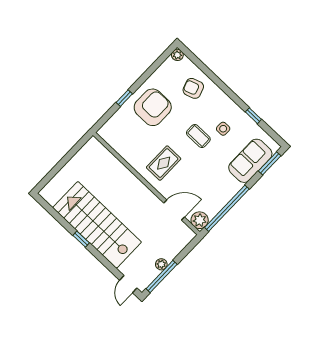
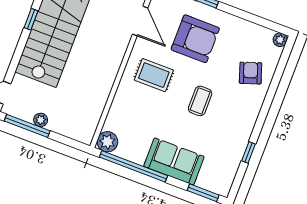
armchair: (153, 107) -> (195, 39), moved
side table: (223, 129) -> (220, 125), removed
sofa: (250, 161) -> (174, 161), moved
door: (174, 210) -> (140, 21), moved

